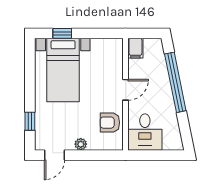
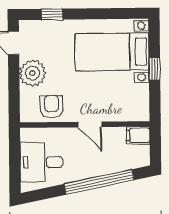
window: (62, 33) -> (154, 69), moved
desk: (145, 132) -> (41, 162), moved
plant: (81, 144) -> (32, 73), width x1.88, depth x1.88

